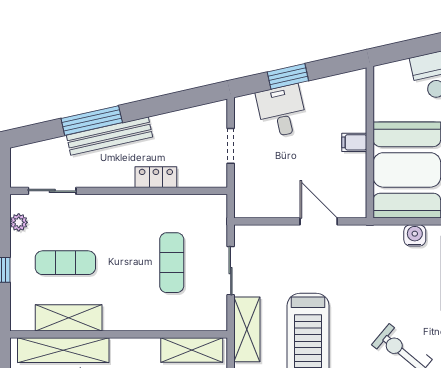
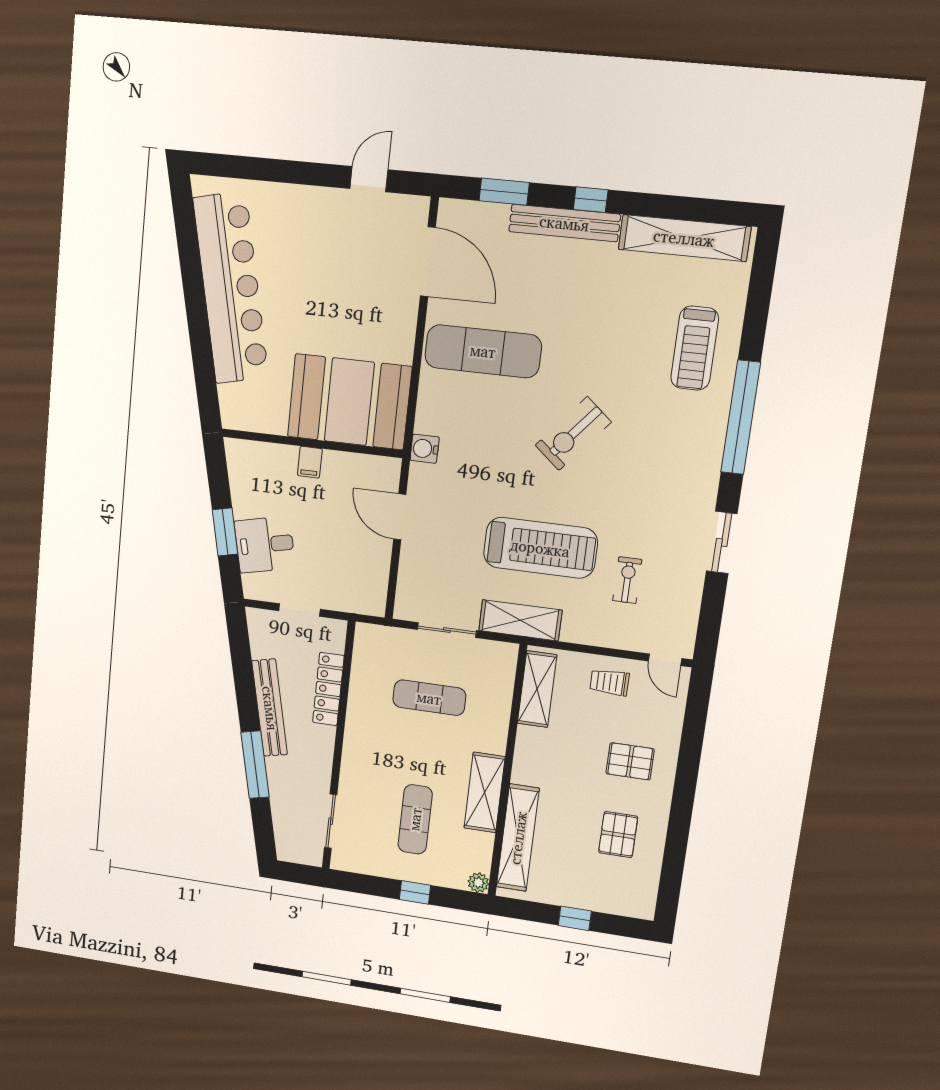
bench: (110, 136) -> (270, 708), moved
locker: (156, 177) -> (328, 689), width x1.53
door: (319, 221) -> (400, 517), hinge flipped
plant: (19, 222) -> (478, 883), moved
water cooler: (415, 235) -> (425, 449), moved
shelving: (69, 318) -> (484, 792), moved

